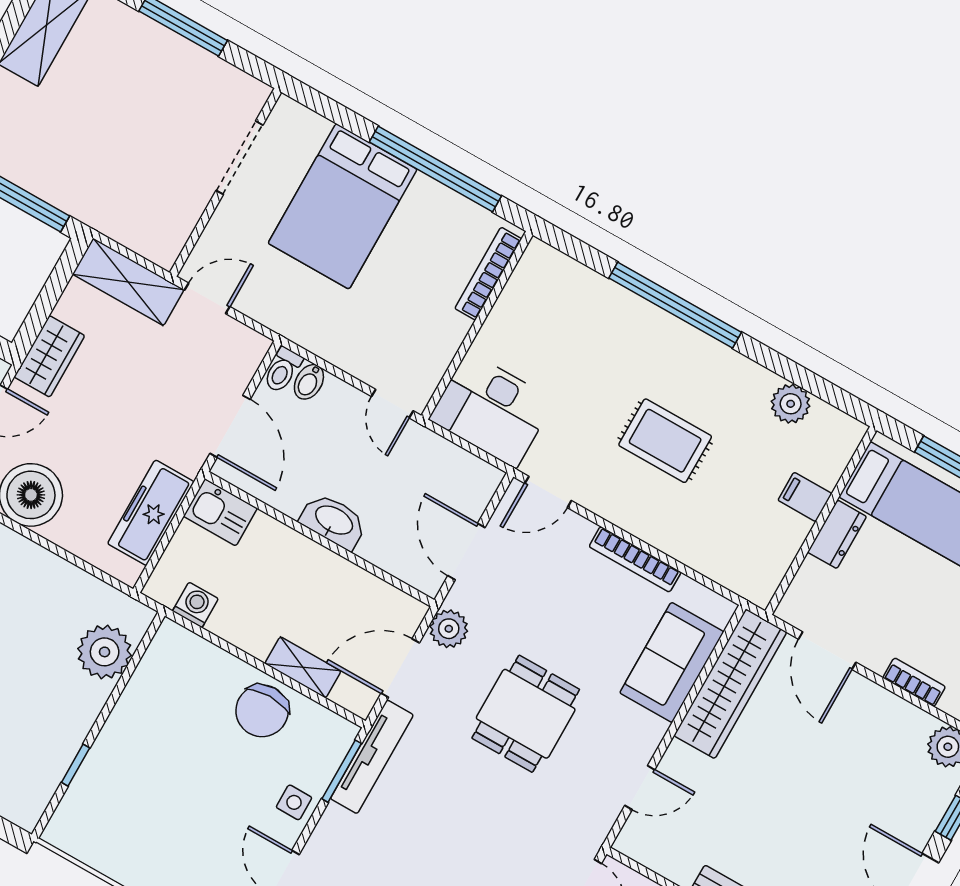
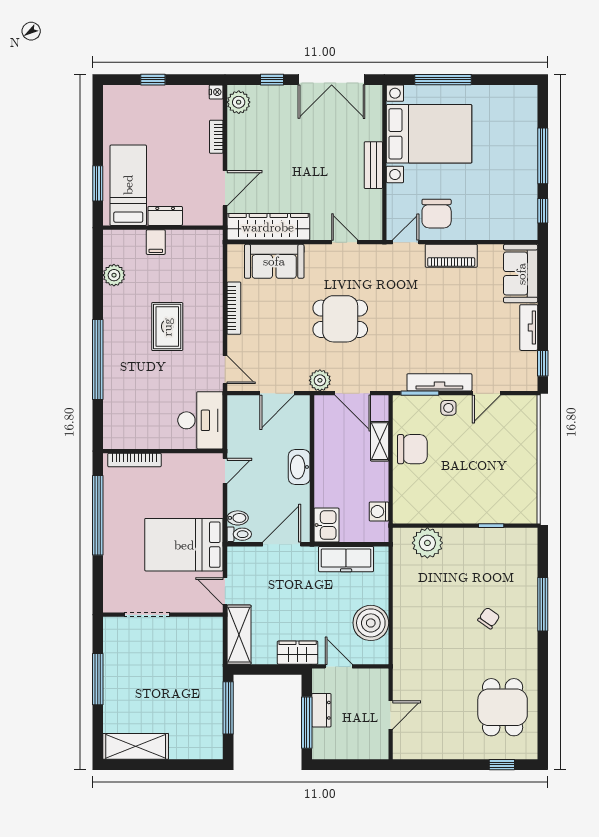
bed: (343, 206) -> (184, 545), moved, turned 180
tv unit: (372, 757) -> (439, 382), moved

